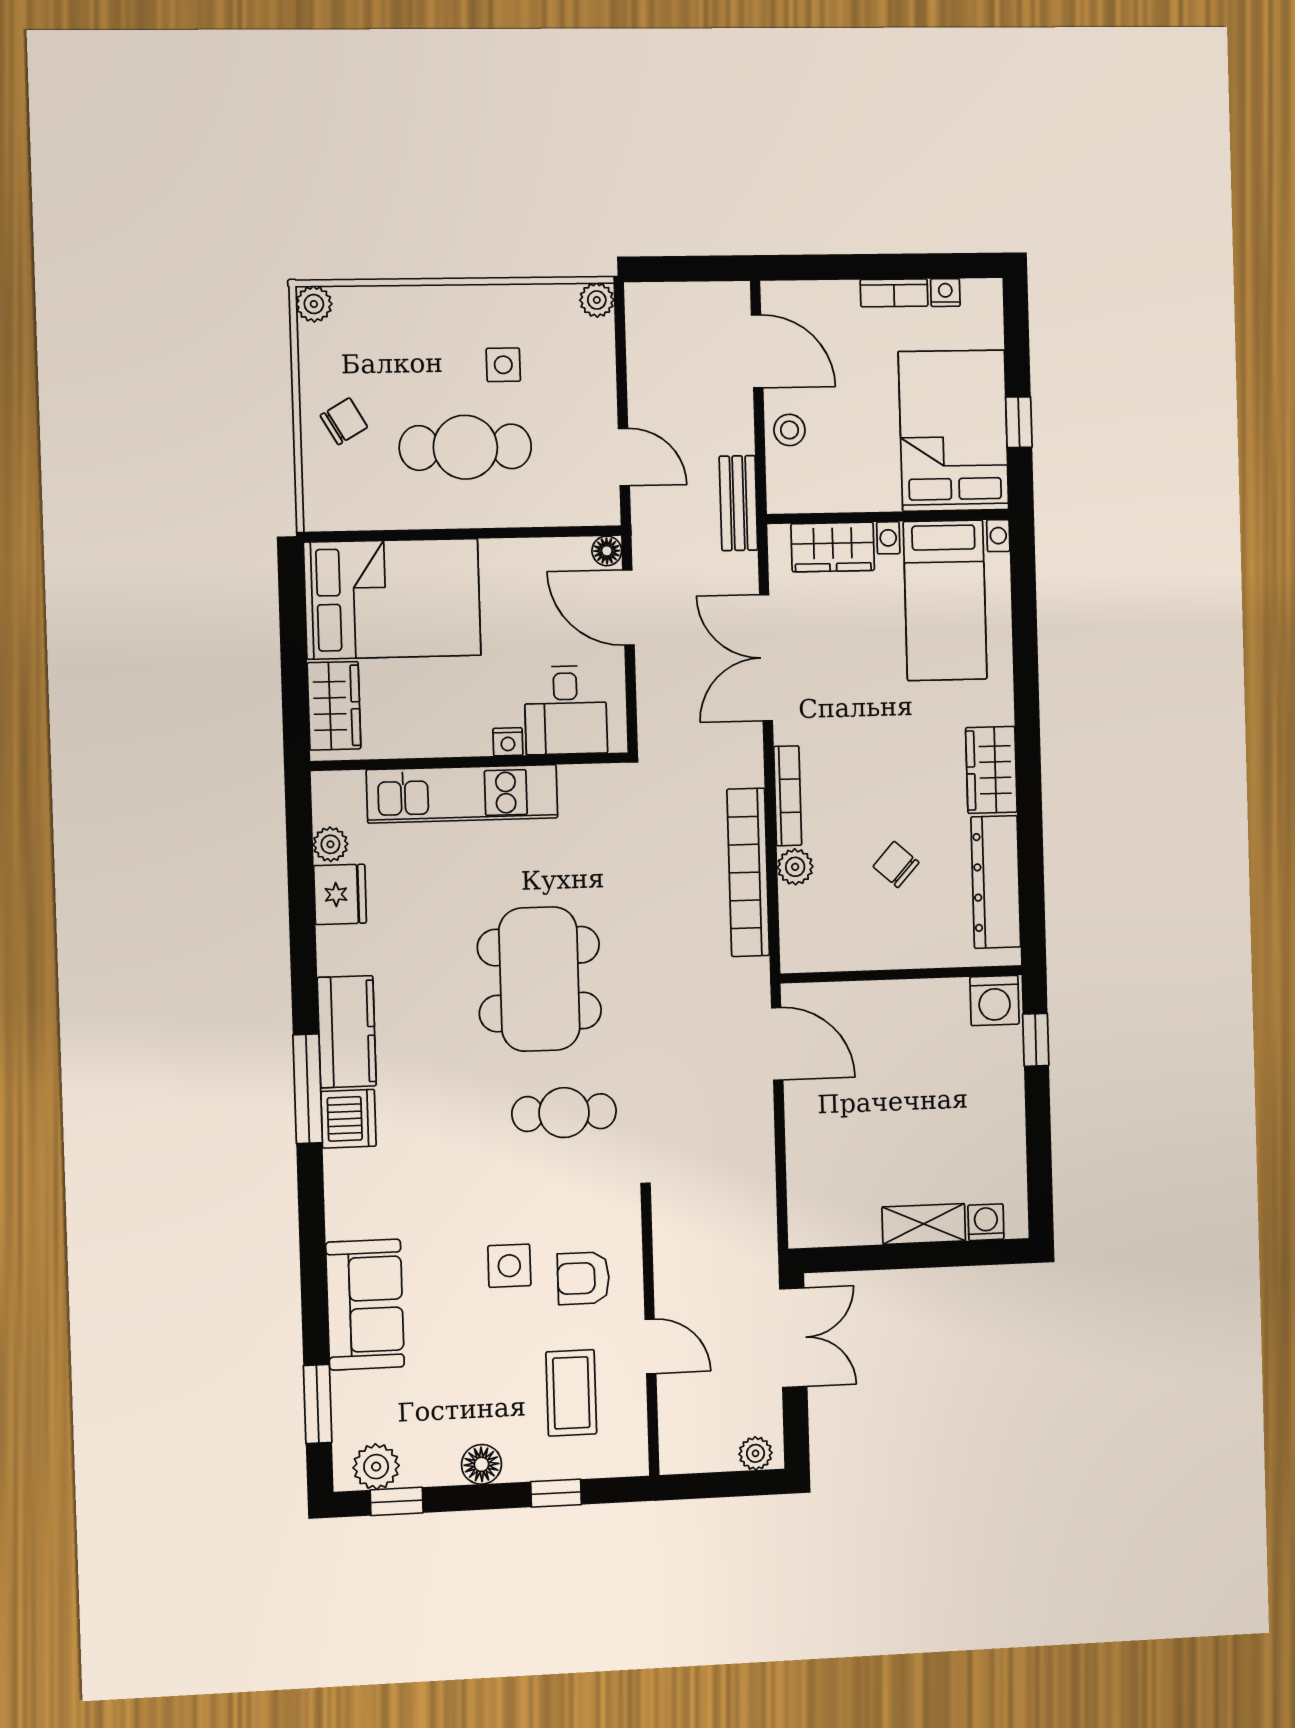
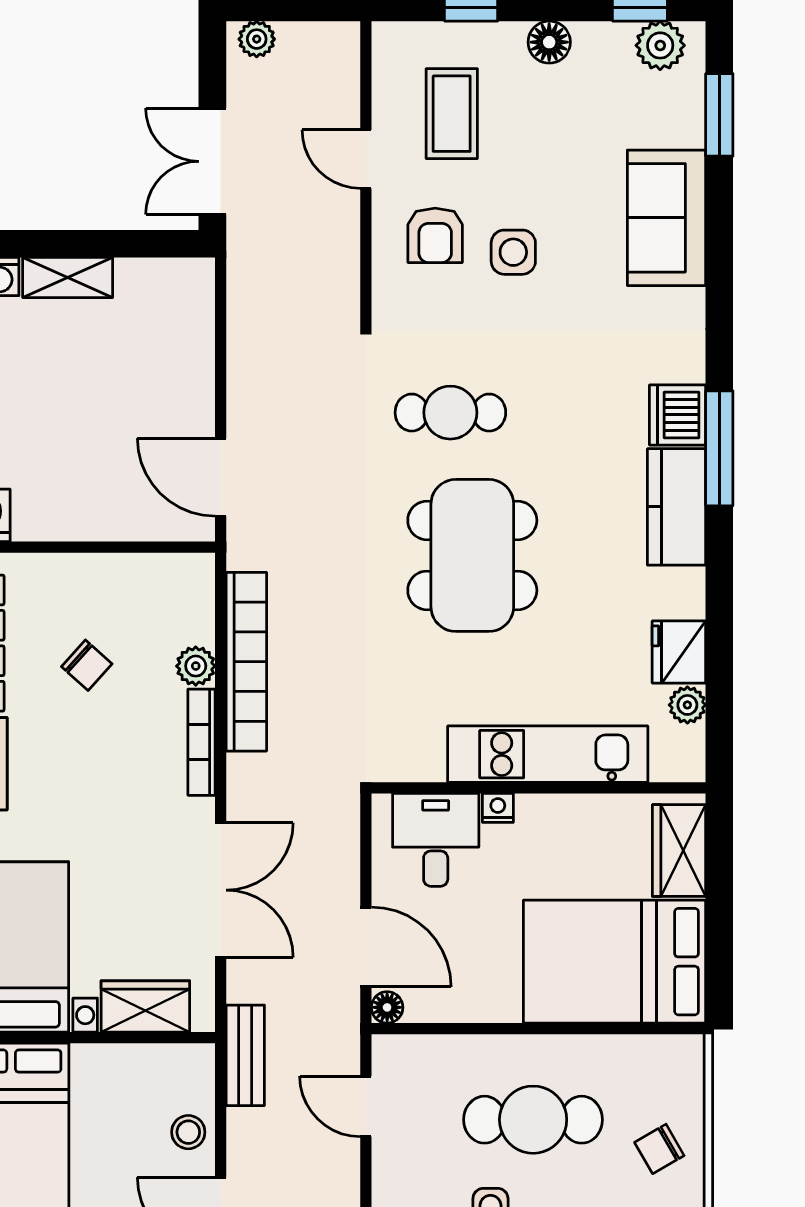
armchair: (583, 1278) -> (435, 235), turned 90

